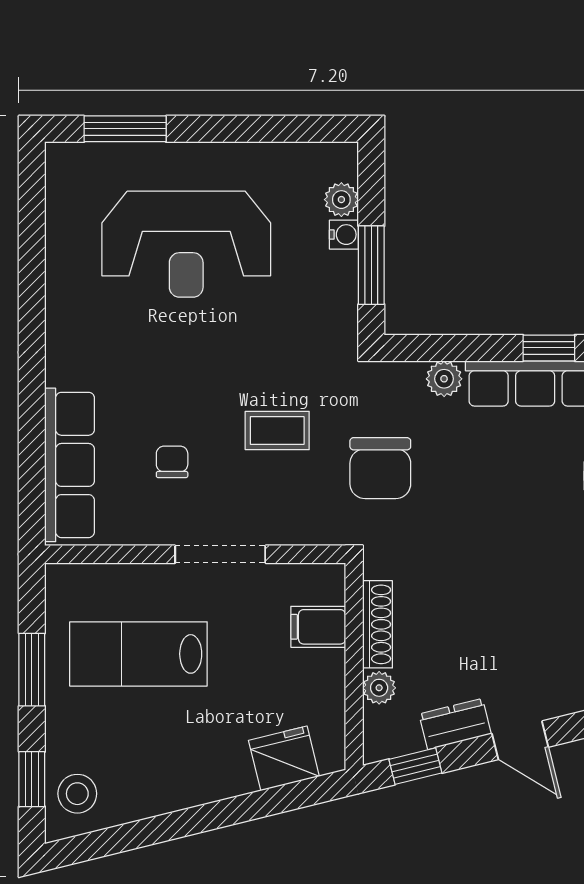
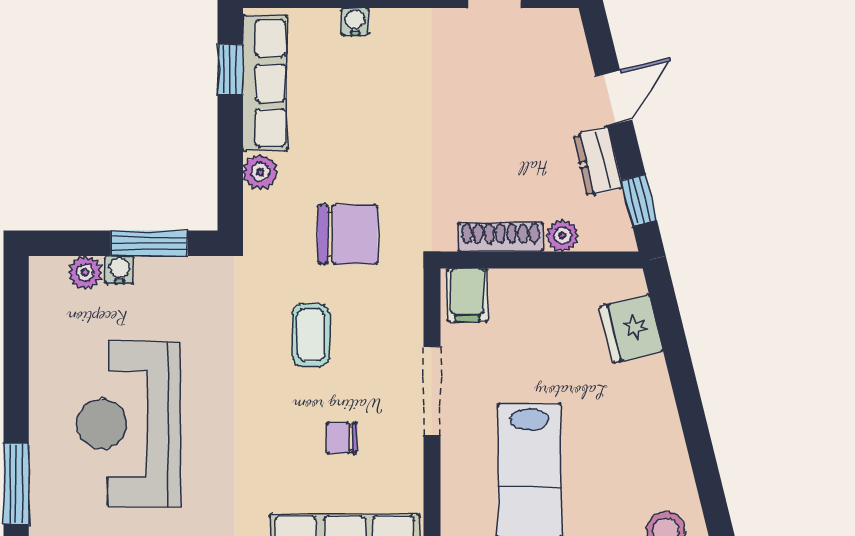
reception desk: (186, 244) -> (129, 424), turned 180
filing cabinet: (318, 627) -> (467, 295), moved

